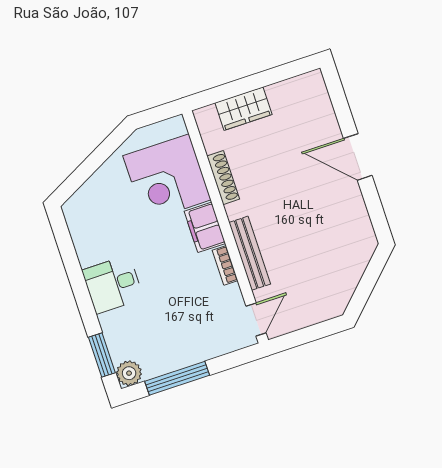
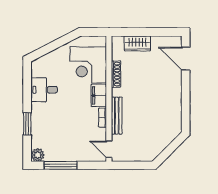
door: (358, 157) -> (186, 59), moved
desk: (113, 284) -> (44, 90), moved
door: (256, 319) -> (109, 149), swing flipped
window: (102, 355) -> (27, 124), moved

